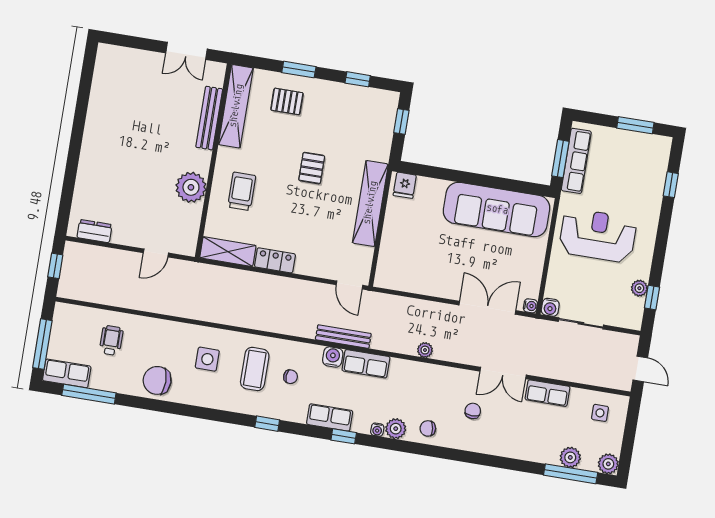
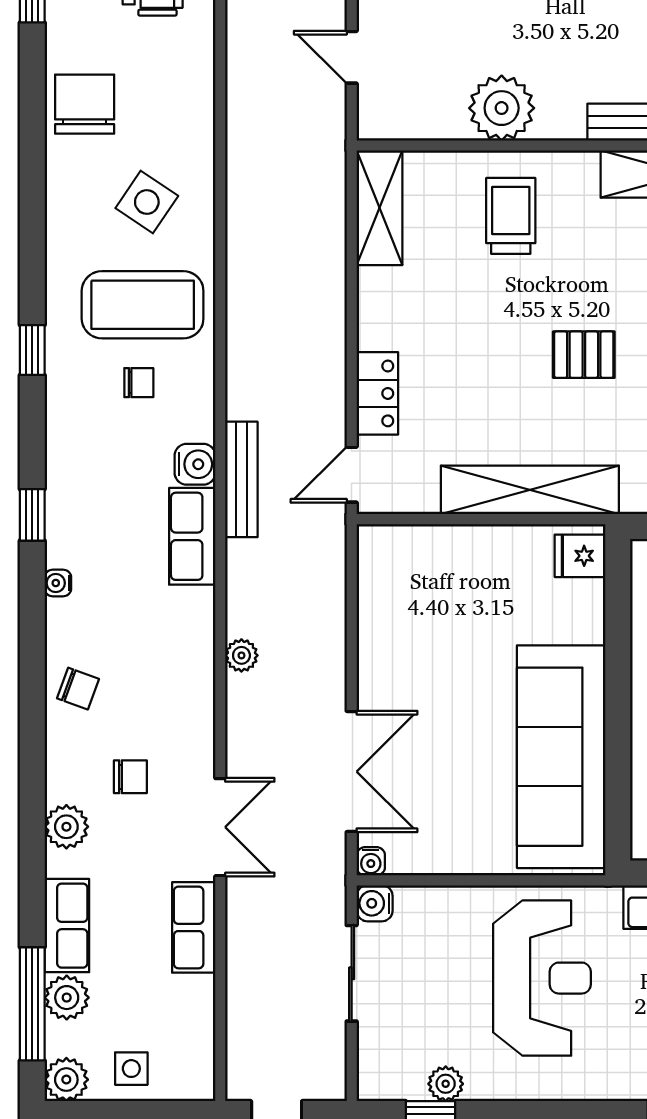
trolley: (242, 191) -> (511, 216), turned -90
locker: (275, 260) -> (377, 393), moved
side table: (207, 359) -> (147, 202), turned 34
coffee table: (255, 369) -> (143, 305), width x1.36, depth x1.32
double door: (503, 373) -> (220, 827), swing flipped
chair: (291, 377) -> (139, 383), turned -93
side table: (600, 413) -> (131, 1069), moved
row of seats: (330, 417) -> (67, 926), moved
chair: (428, 428) -> (78, 689), turned 118
plant: (396, 429) -> (66, 827), moved

